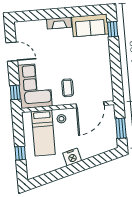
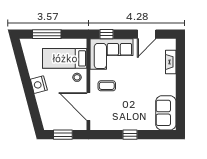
fireplace: (59, 23) -> (171, 62), moved
window: (113, 29) -> (130, 135), moved
window: (20, 153) -> (47, 34), width x2.17

